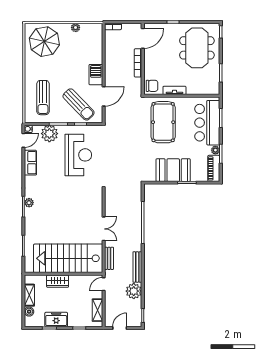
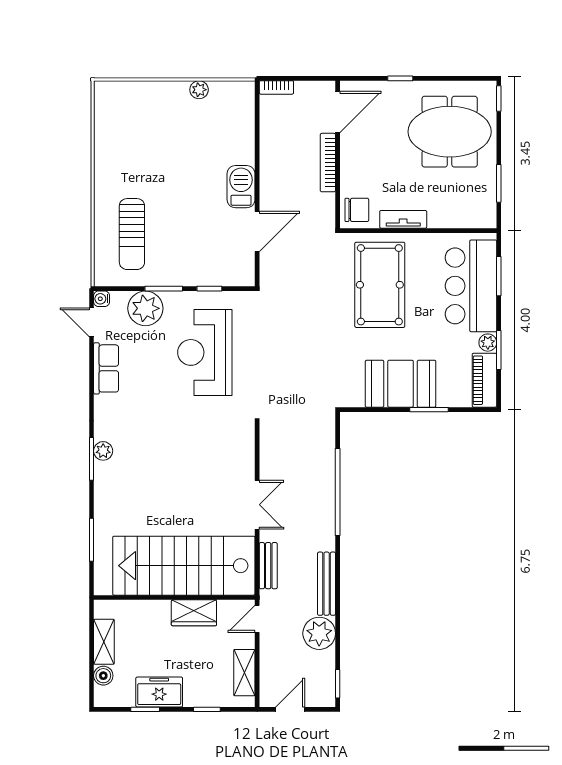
parasol: (44, 42) -> (135, 119), removed
meeting table: (197, 48) -> (450, 132), turned 90
sun lounger: (79, 104) -> (205, 248), removed
door: (23, 140) -> (92, 322), swing flipped
reception desk: (78, 155) -> (205, 352), turned 180
wardrobe: (58, 281) -> (194, 613), moved

